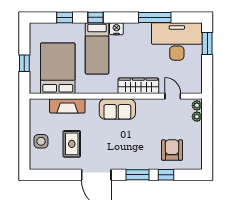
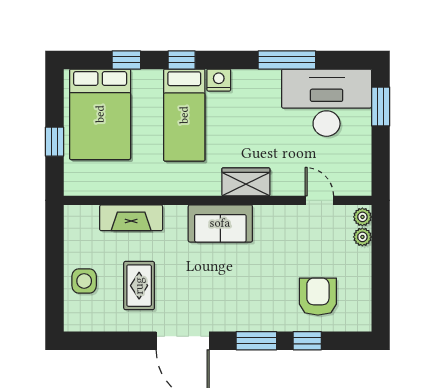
bed: (58, 68) -> (100, 114), moved, turned 180
wardrobe: (138, 86) -> (246, 182), width x0.67

